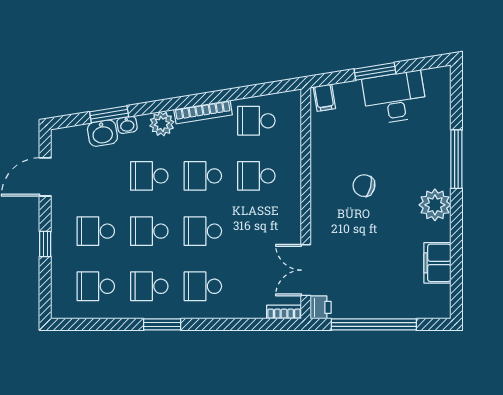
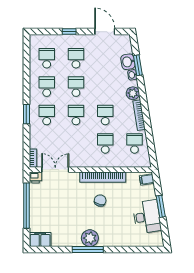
window: (456, 159) -> (88, 250), moved
school desk: (149, 176) -> (105, 87), removed
bookcase: (320, 180) -> (103, 177), added
filing cabinet: (437, 263) -> (40, 239), moved
window: (162, 324) -> (26, 114), moved

